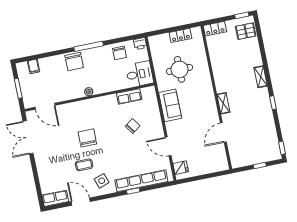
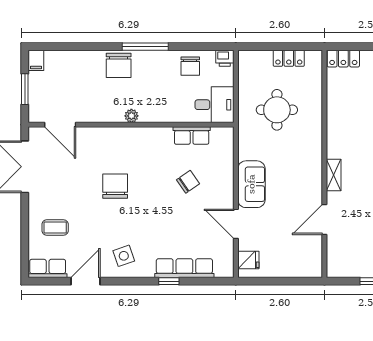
filing cabinet: (34, 66) -> (36, 60), moved
sofa: (170, 105) -> (251, 184), moved
coffee table: (84, 165) -> (55, 228), moved
row of seats: (141, 181) -> (184, 268), width x0.73
door: (81, 202) -> (85, 281), hinge flipped

